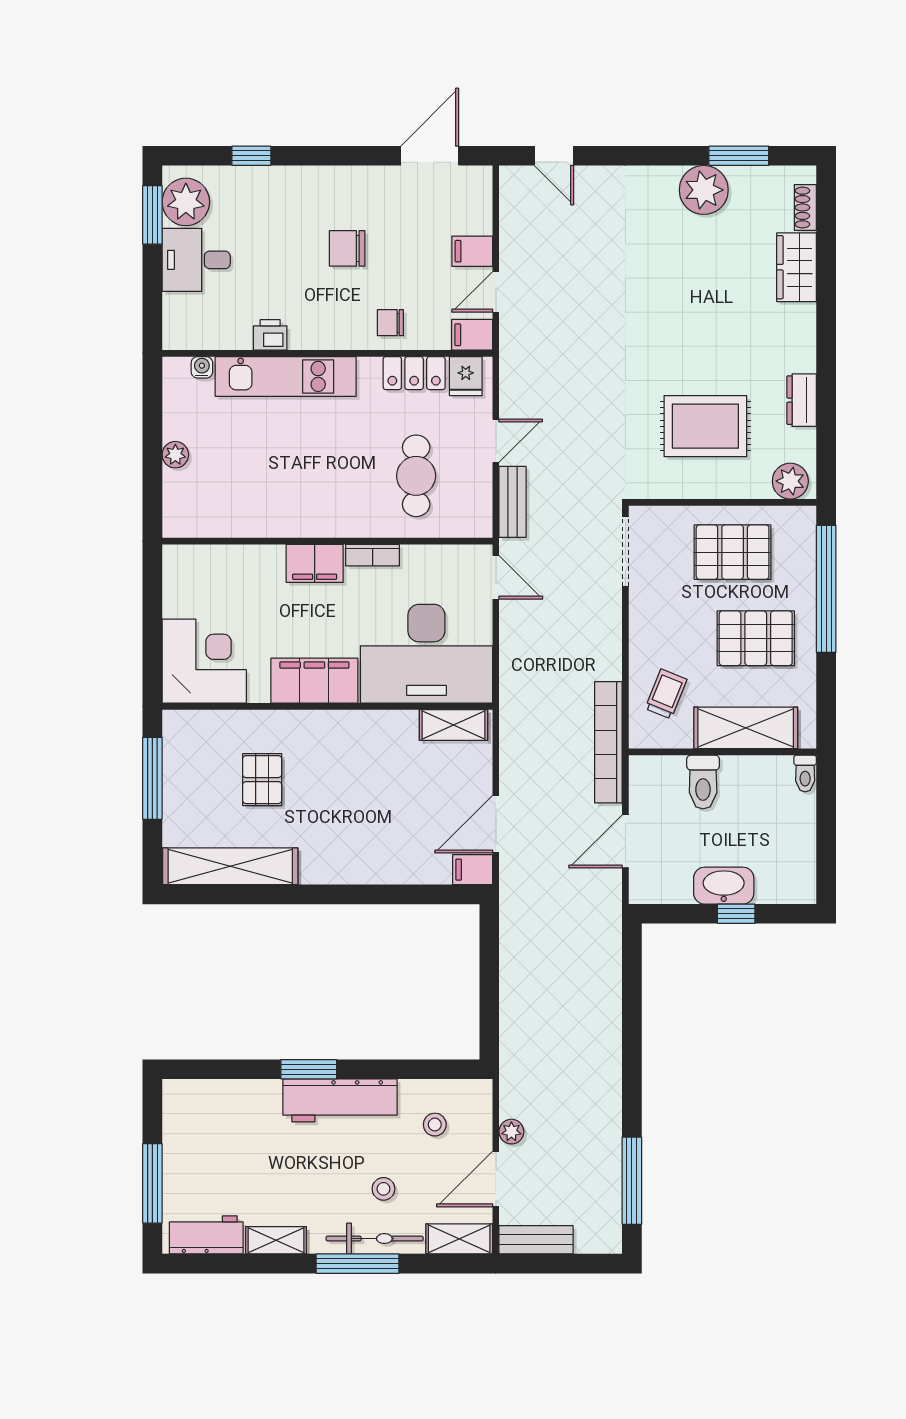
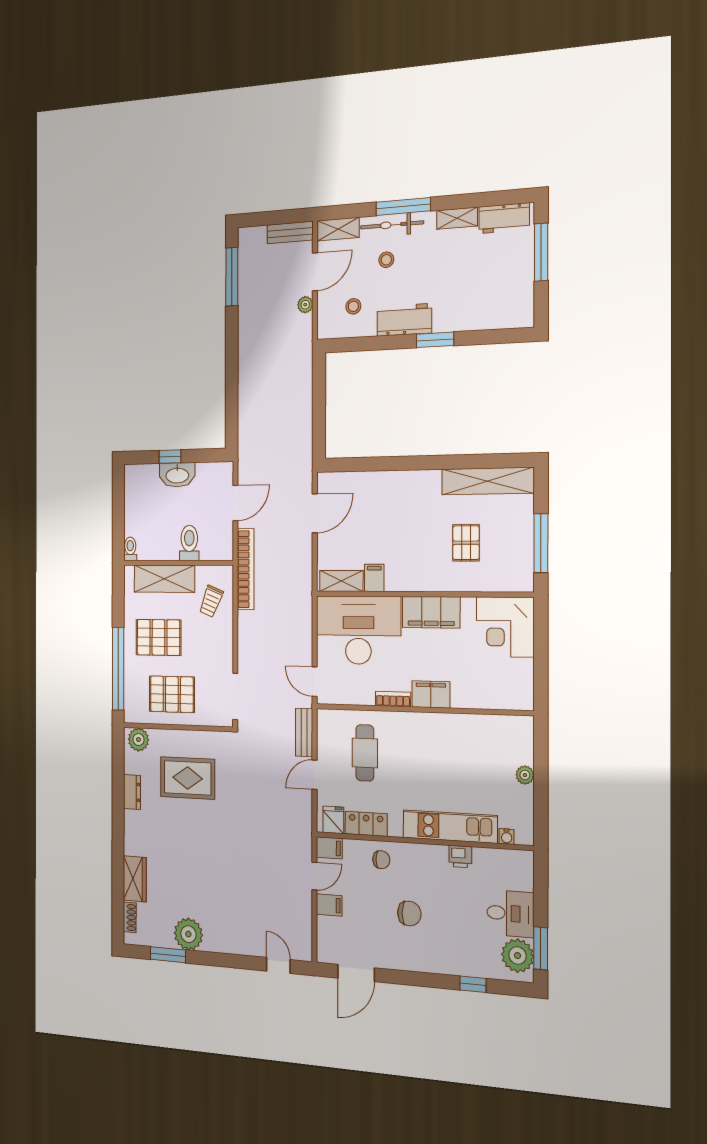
filing cabinet: (473, 870) -> (374, 578), moved, turned -90
workbench: (340, 1100) -> (404, 320), width x0.73

